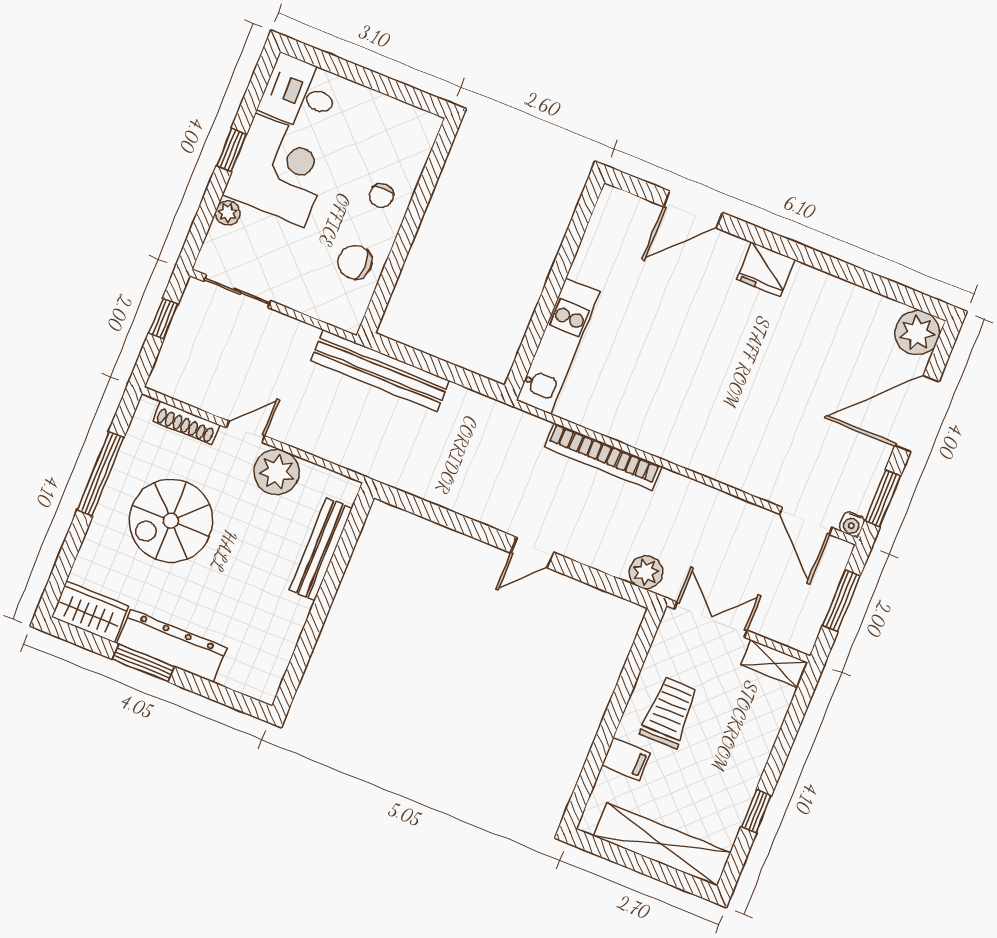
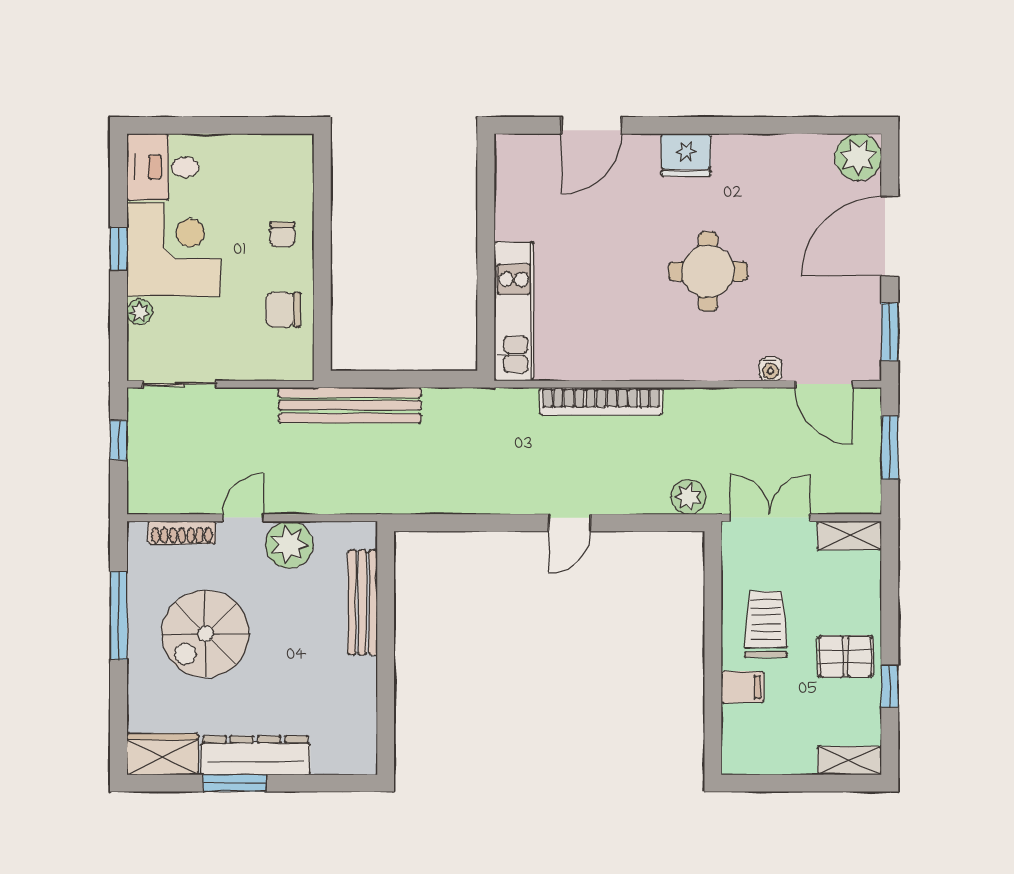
round table: (744, 380) -> (708, 271), added
water cooler: (852, 524) -> (770, 369), moved
pallet: (728, 769) -> (845, 656), added
shelving: (662, 844) -> (850, 760), width x0.45, depth x0.75

